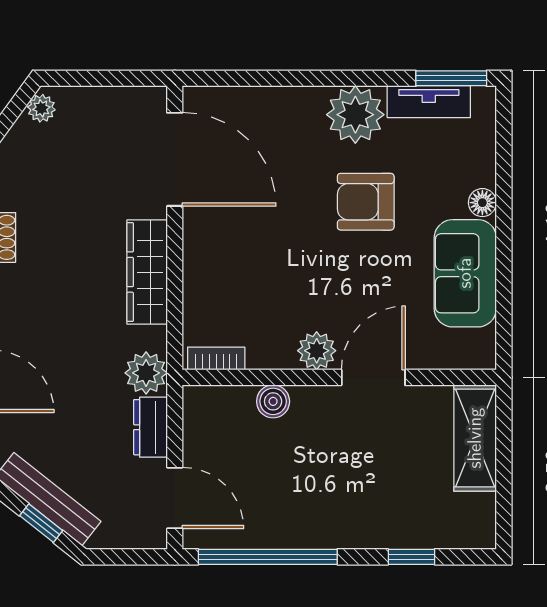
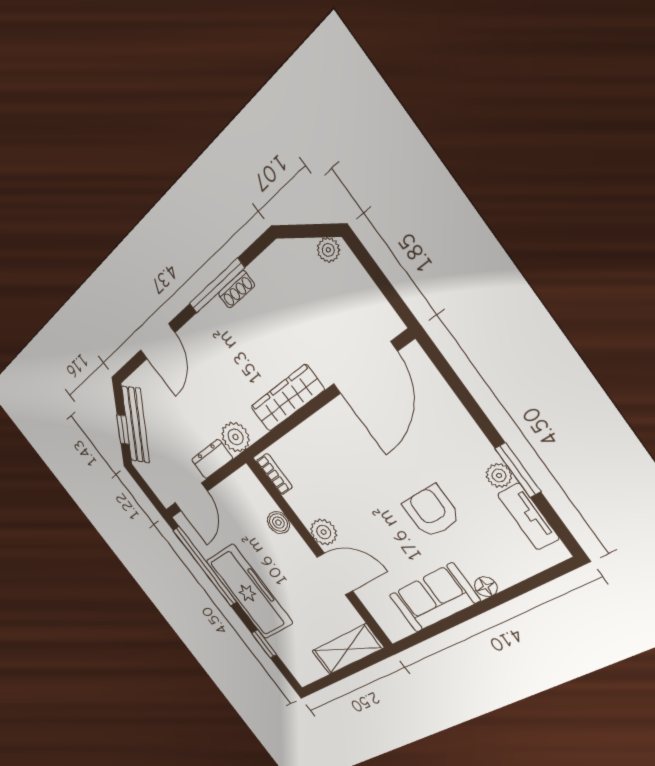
window: (451, 78) -> (518, 470), moved
plant: (355, 115) -> (499, 475), width x0.53, depth x0.53
freezer: (334, 519) -> (249, 592), added

